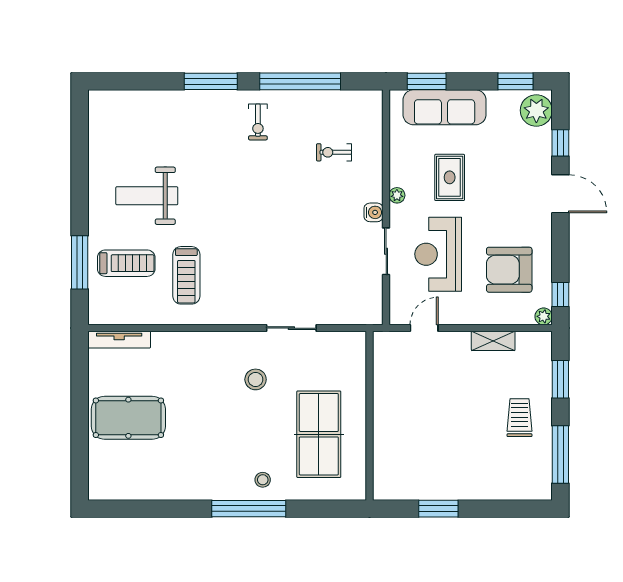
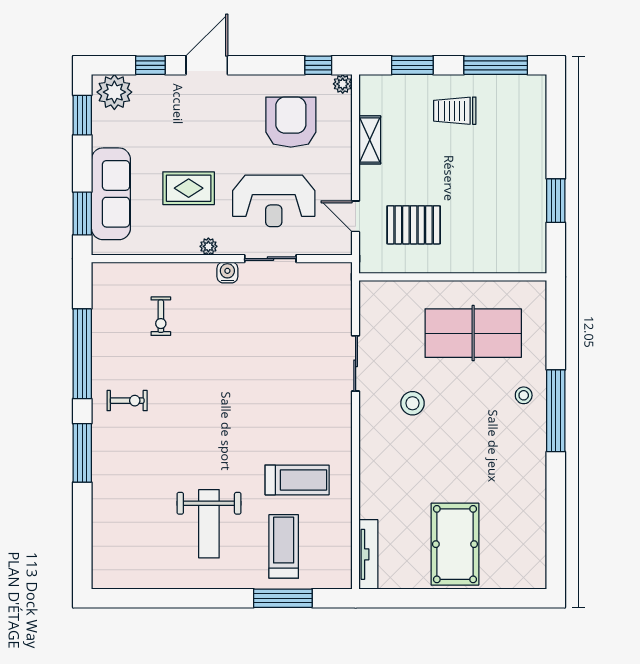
armchair: (509, 270) -> (291, 122), turned 180
pallet: (416, 380) -> (414, 225), added

